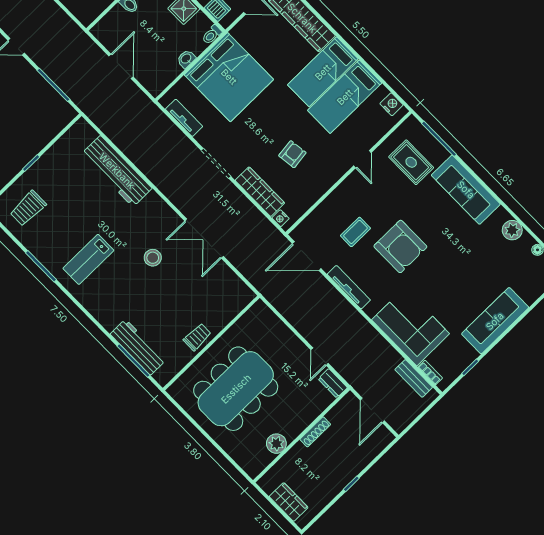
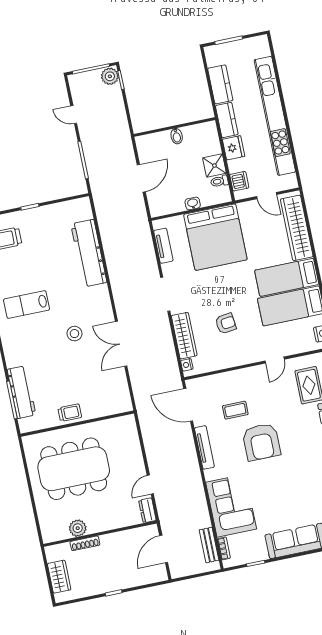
toilet: (212, 35) -> (219, 181), moved
shoe rack: (315, 432) -> (85, 543), moved

